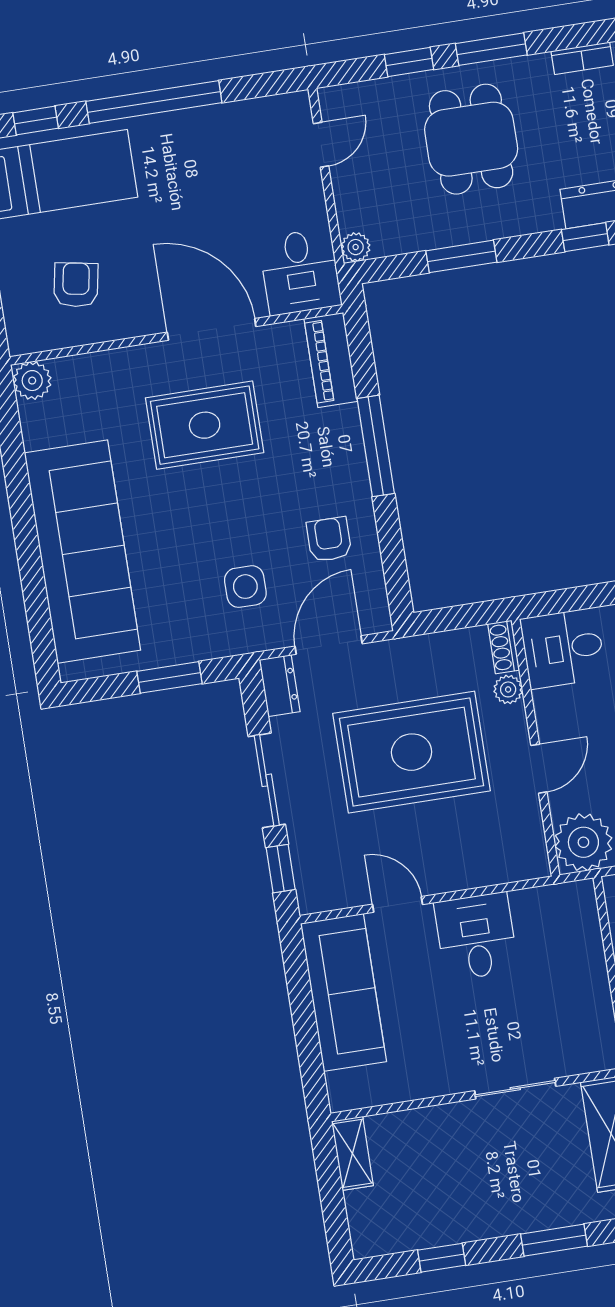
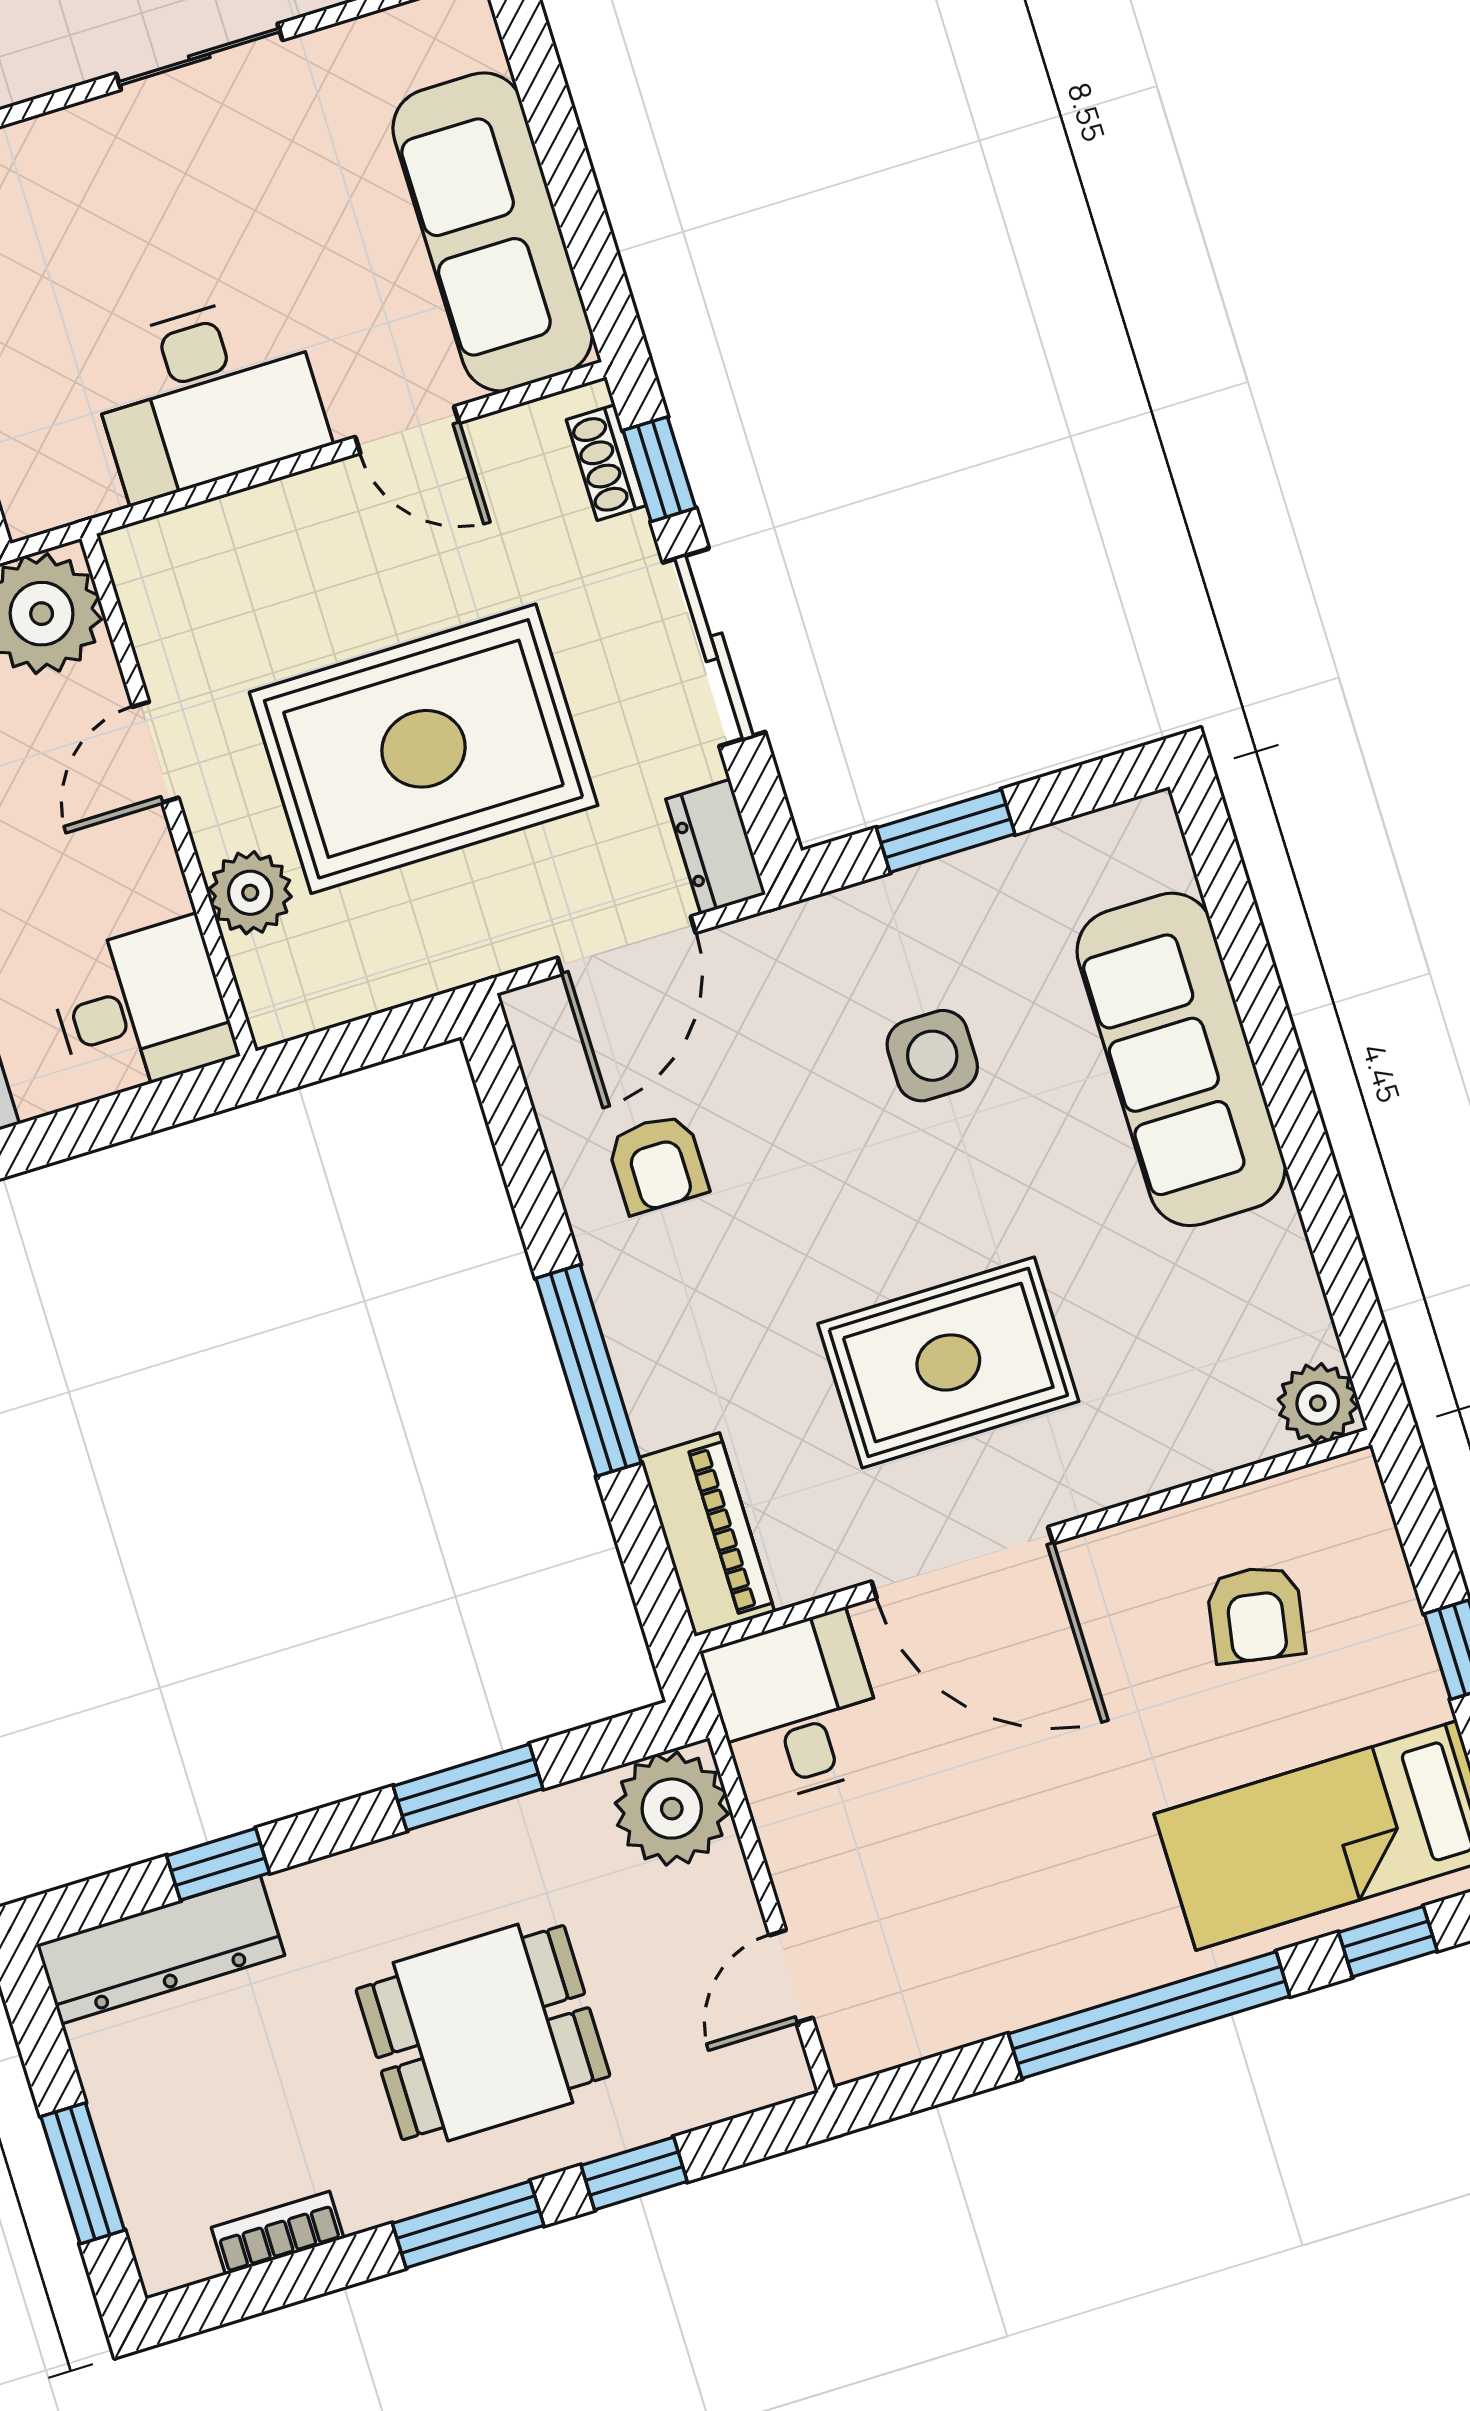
dining table: (471, 139) -> (483, 2033), turned 90
plant: (356, 247) -> (672, 1809), width x1.88, depth x1.88
sofa: (82, 552) -> (1181, 1059), width x0.74, depth x0.79
side table: (245, 587) -> (932, 1056), moved
shoe rack: (504, 647) -> (606, 463), moved, turned 180
plant: (508, 689) -> (250, 893), width x1.38, depth x1.38
desk: (476, 936) -> (207, 396), width x1.37
sliding door: (515, 1089) -> (199, 57), moved

